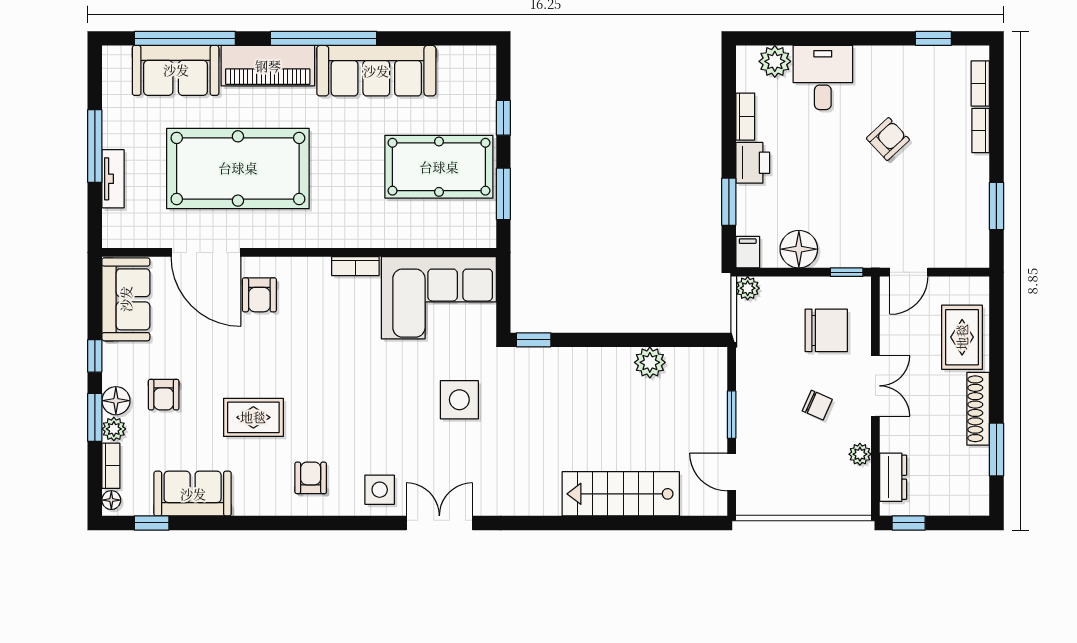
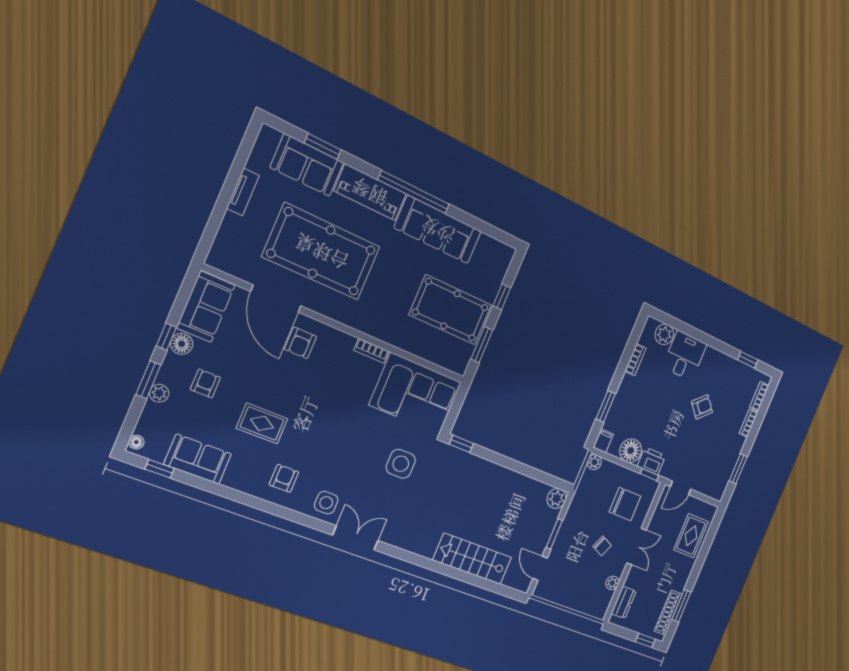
window: (185, 38) -> (323, 146), width x0.47
window: (95, 146) -> (228, 190), removed
printer: (753, 163) -> (651, 461), moved, turned -90
tv unit: (113, 179) -> (243, 192), moved
plant: (650, 362) -> (557, 499), moved
armchair: (164, 395) -> (205, 383), turned 180
floor lamp: (116, 401) -> (182, 344), moved
shoe rack: (978, 409) -> (668, 613), moved
bookcase: (111, 466) -> (146, 418), removed
window: (909, 523) -> (645, 640), moved

